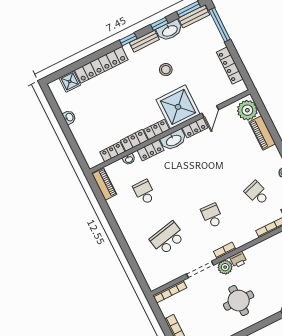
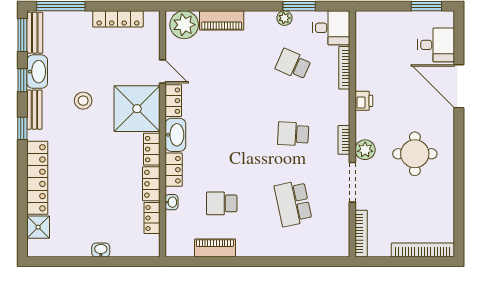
washbasin: (69, 117) -> (101, 250), moved
piano: (104, 184) -> (215, 248), moved
school desk: (257, 193) -> (293, 64), turned 42
printer: (238, 260) -> (364, 101), moved

